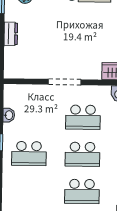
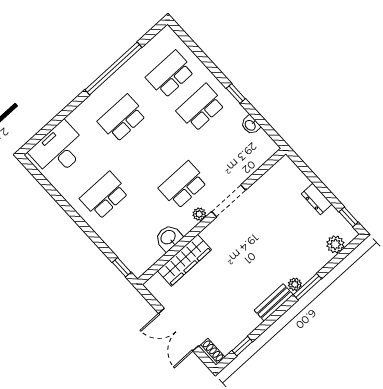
plant: (89, 91) -> (199, 214), added
school desk: (82, 154) -> (170, 74), moved

